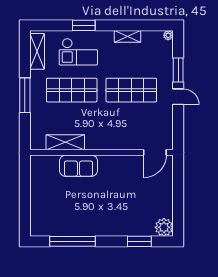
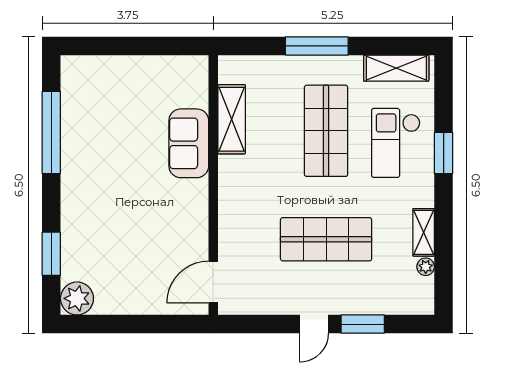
plant: (168, 35) -> (426, 267), moved
shop shelf: (131, 90) -> (326, 239), turned 90
door: (155, 152) -> (213, 282), hinge flipped

